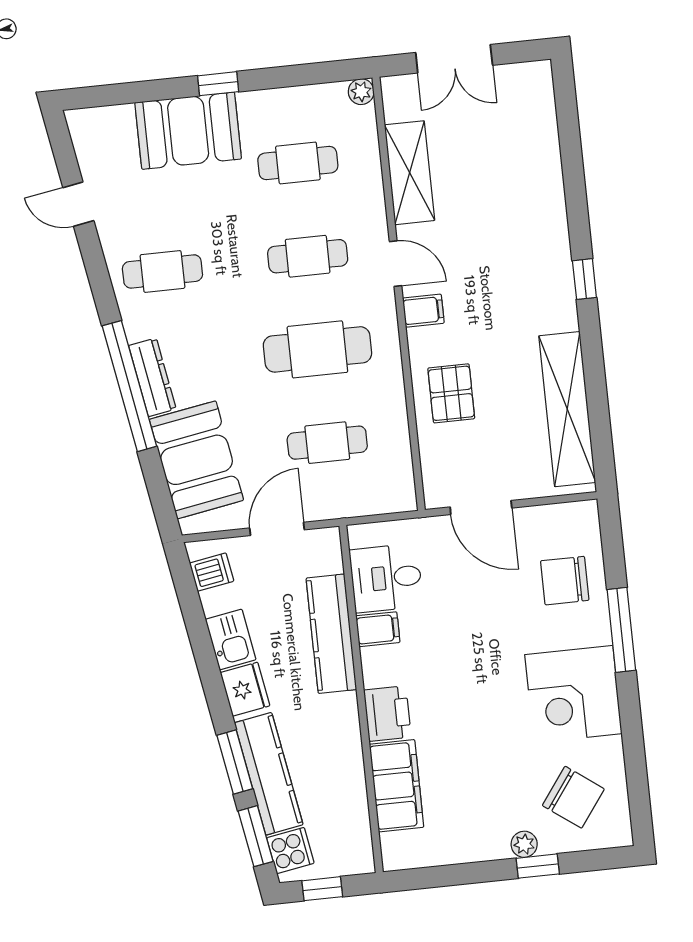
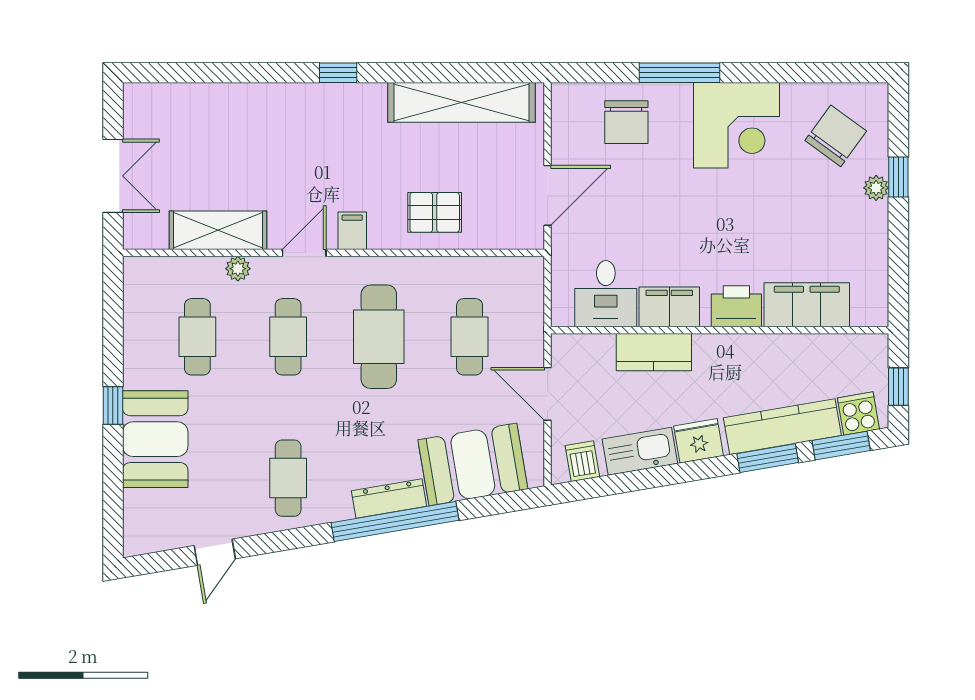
plant: (361, 92) -> (238, 269), moved
filing cabinet: (378, 629) -> (669, 307), width x2.00
kitchen counter: (331, 634) -> (654, 352), width x0.67
kitchen sink: (231, 640) -> (640, 451), width x1.38

